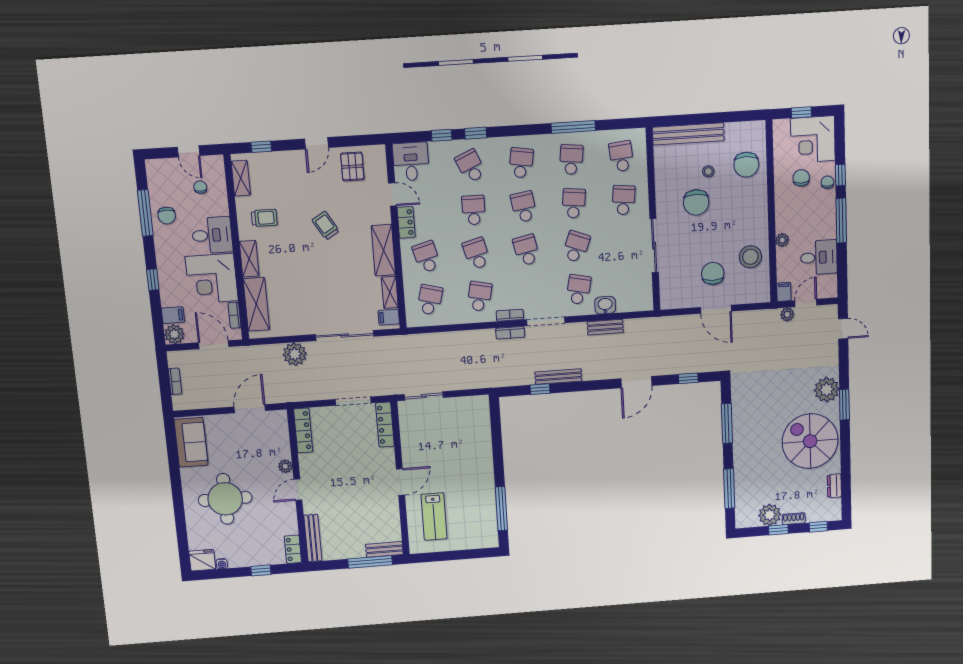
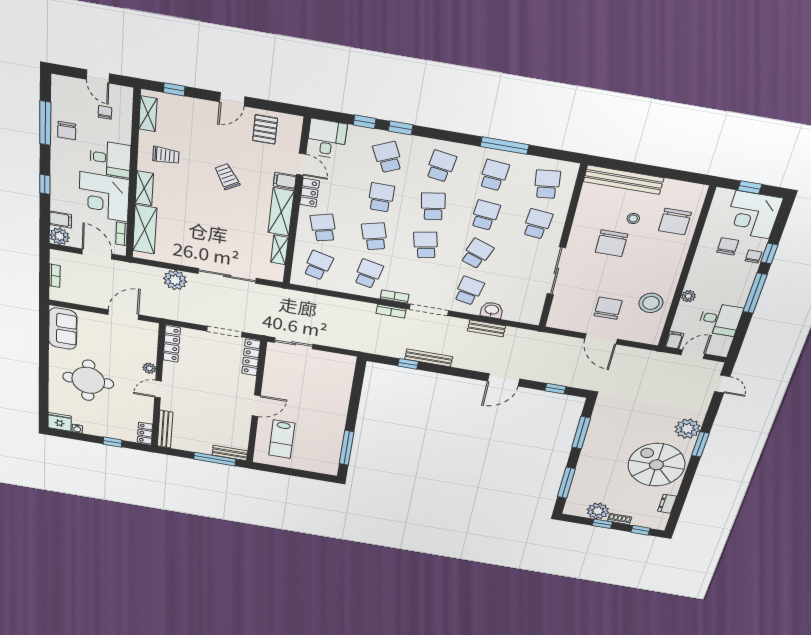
plant: (787, 314) -> (671, 360), removed
filing cabinet: (389, 317) -> (285, 181), moved

